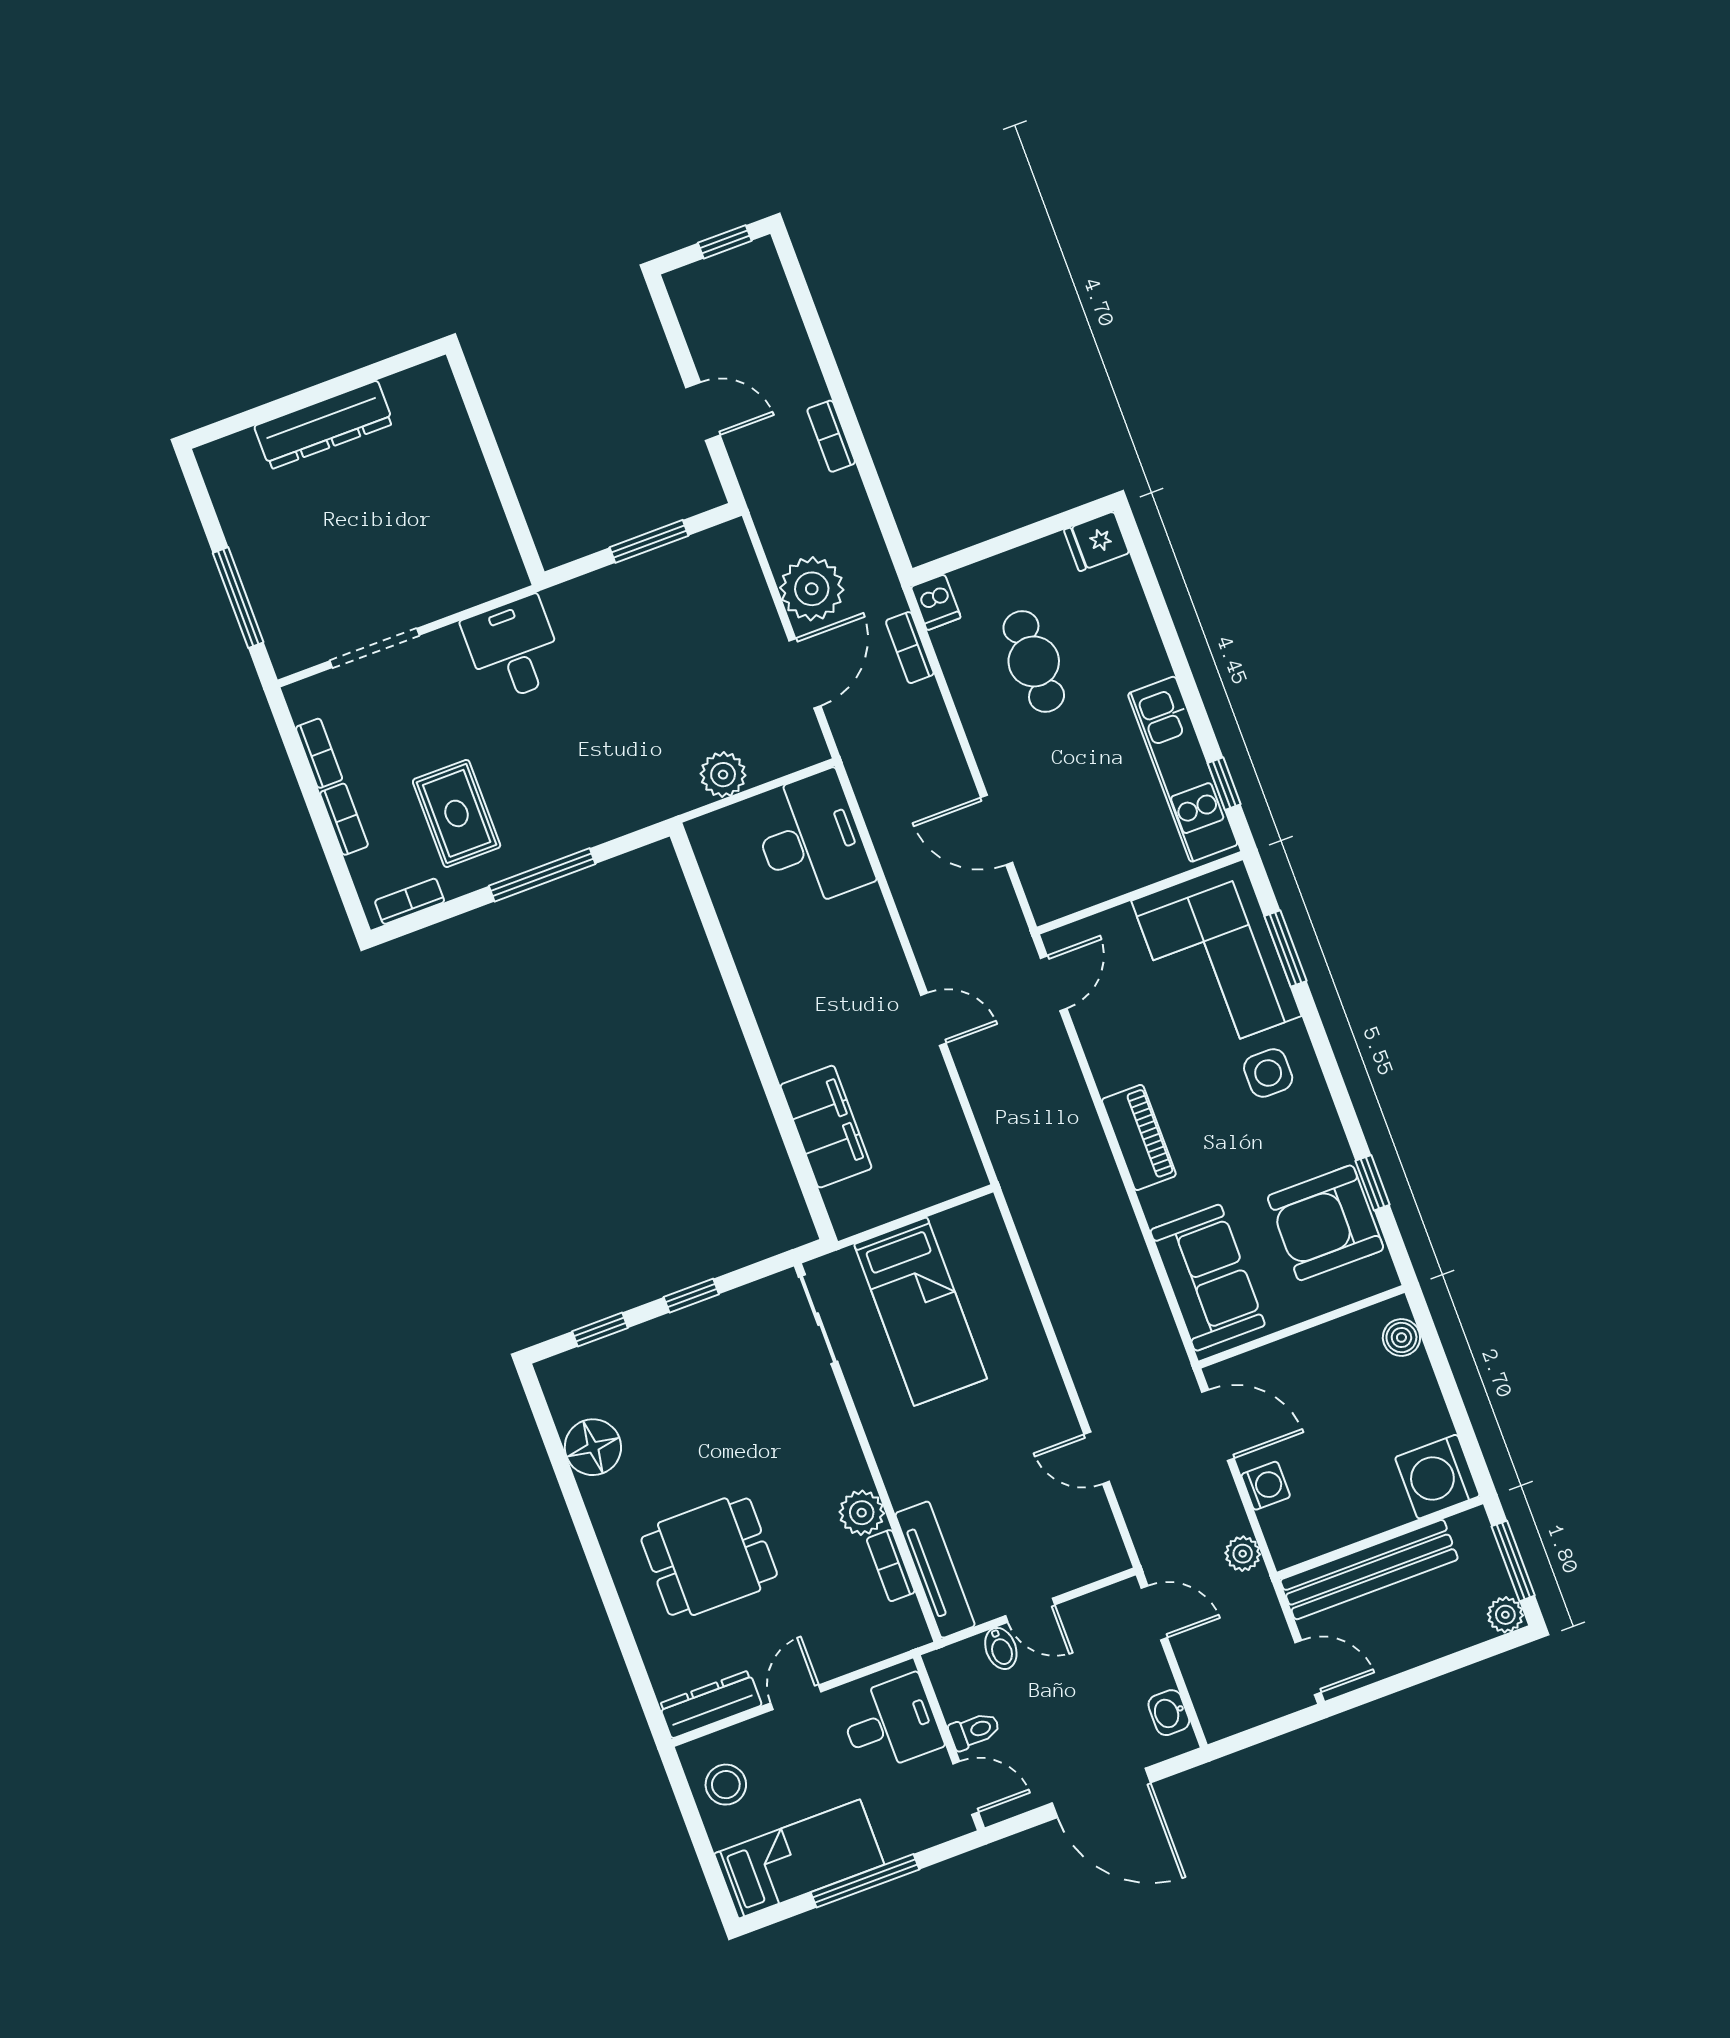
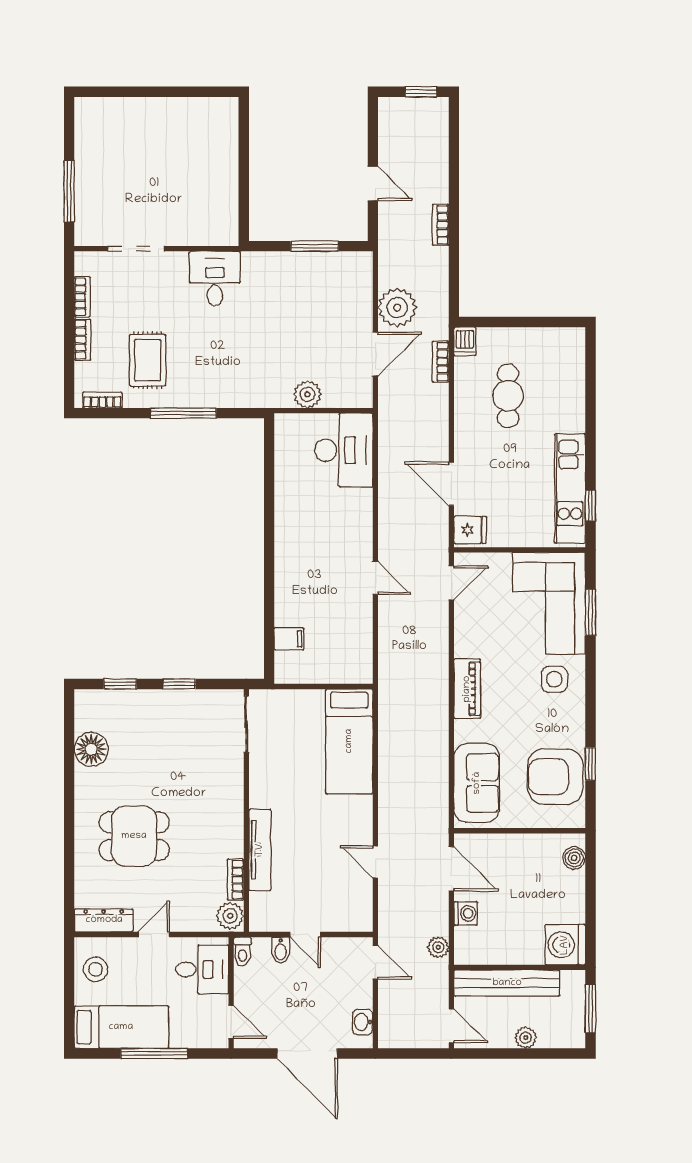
dresser: (324, 425) -> (154, 111), removed
fridge: (1097, 541) -> (470, 530), moved, turned 180
filing cabinet: (826, 1127) -> (289, 639), width x0.33, depth x0.86
bed: (921, 1312) -> (349, 741), moved
plant: (862, 1513) -> (230, 916), moved
tv unit: (935, 1570) -> (260, 850), moved
plant: (1505, 1615) -> (526, 1038), moved
toilet: (974, 1731) -> (243, 952), moved, turned 90

